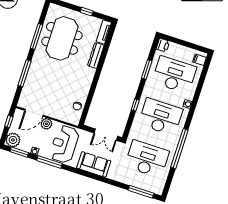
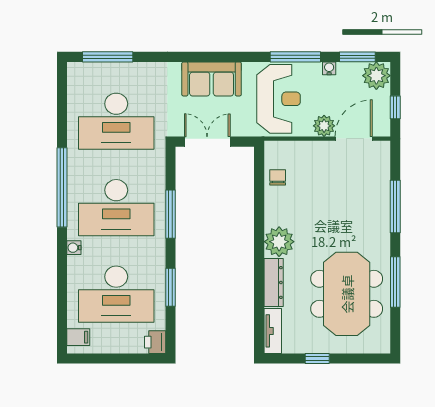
plant: (87, 74) -> (279, 242), added
window: (135, 105) -> (170, 214), width x2.17
window: (179, 149) -> (62, 187), moved

